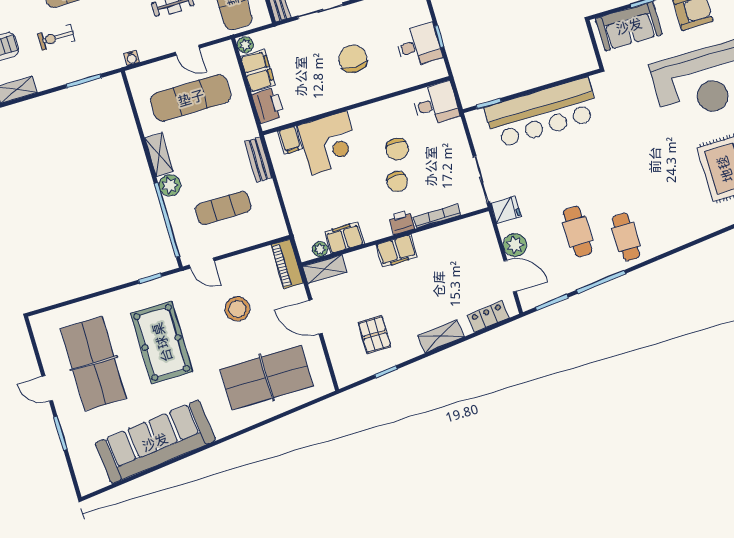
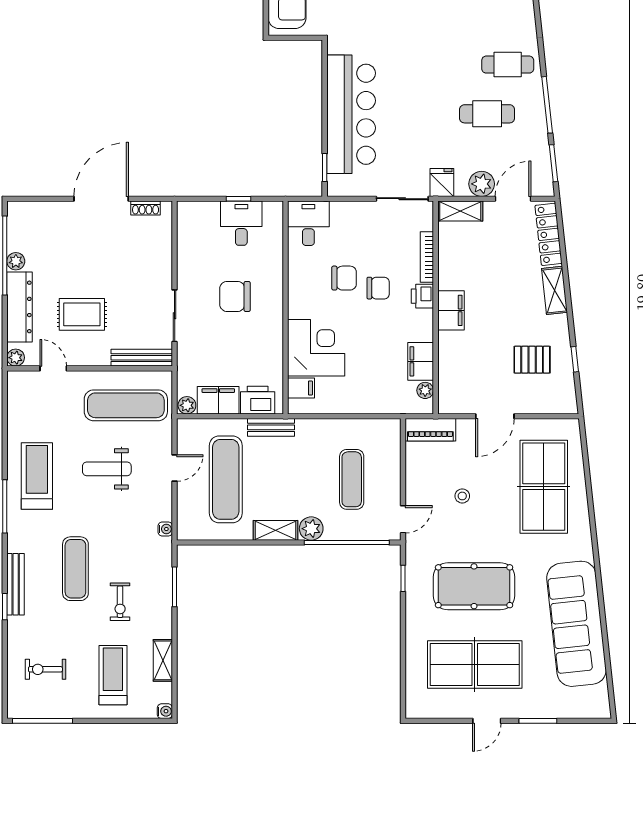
bench: (258, 160) -> (271, 427), moved
shelving: (325, 269) -> (460, 211), moved, turned 90
stool: (237, 309) -> (462, 496), width x0.53, depth x0.53
locker: (488, 317) -> (549, 234), width x1.53

